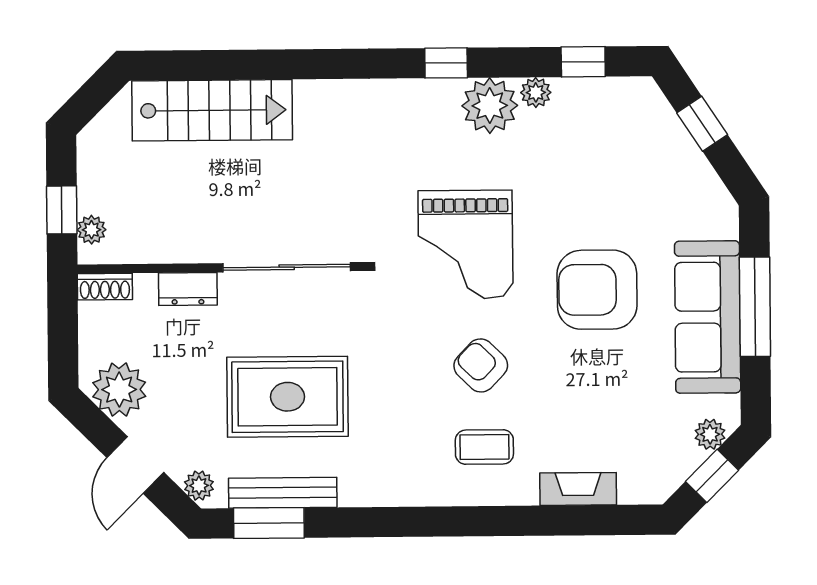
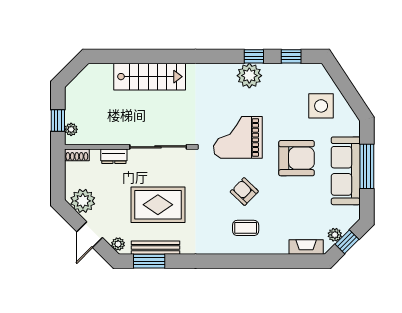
window: (446, 63) -> (254, 56), moved
plant: (536, 92) -> (270, 70), removed
stairs: (212, 110) -> (150, 77), moved
window: (702, 124) -> (344, 84), removed
side table: (651, 172) -> (321, 106), added
grand piano: (465, 244) -> (238, 137), turned 90
armchair: (597, 290) -> (296, 158), turned 180
plant: (710, 434) -> (335, 235), moved
fireplace: (578, 489) -> (306, 247), moved

